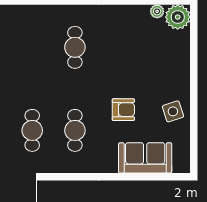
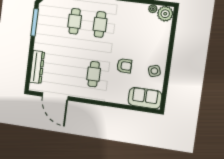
cafe table: (32, 130) -> (75, 21), moved
sofa: (145, 158) -> (145, 98), moved

